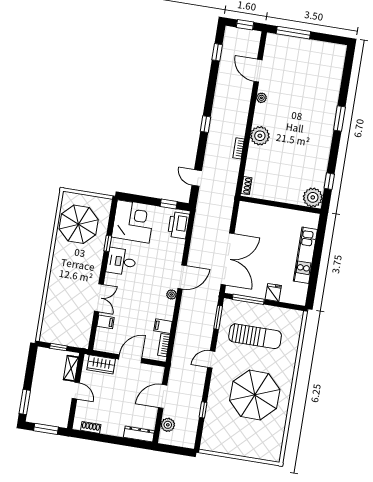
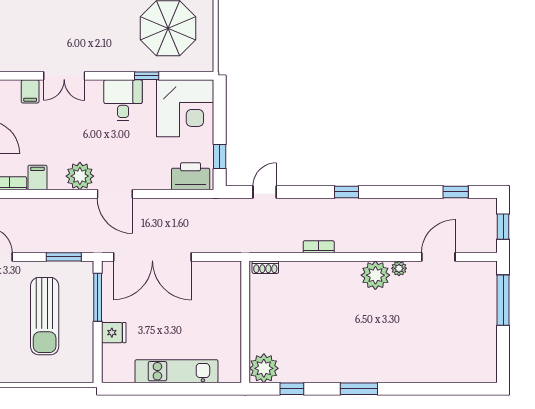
window: (339, 119) -> (359, 389), moved
plant: (260, 136) -> (375, 275), moved
plant: (172, 295) -> (80, 176), width x1.88, depth x1.88

